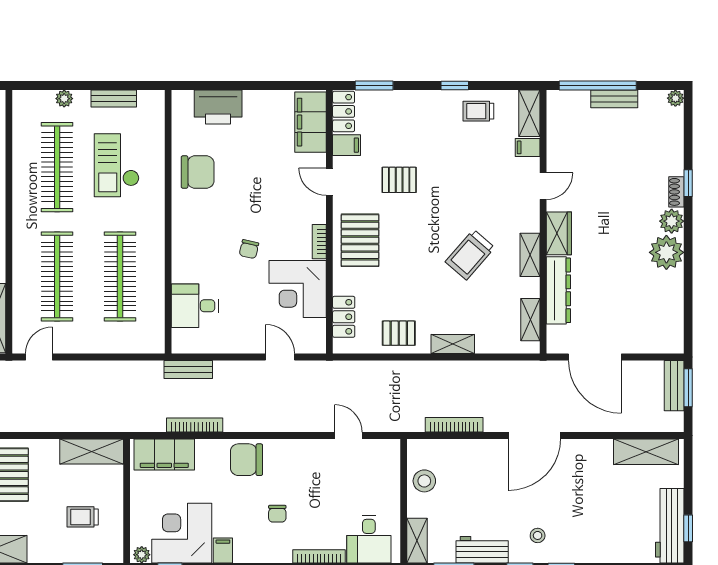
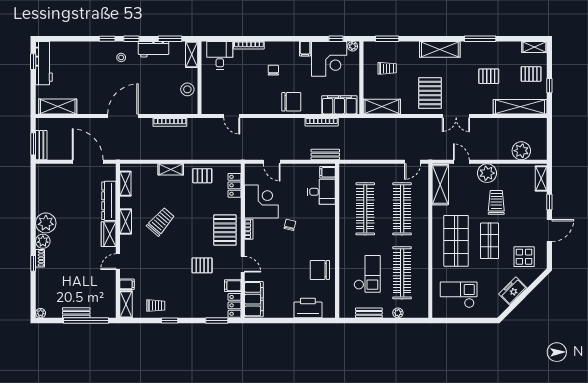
filing cabinet: (185, 339) -> (327, 172), added

